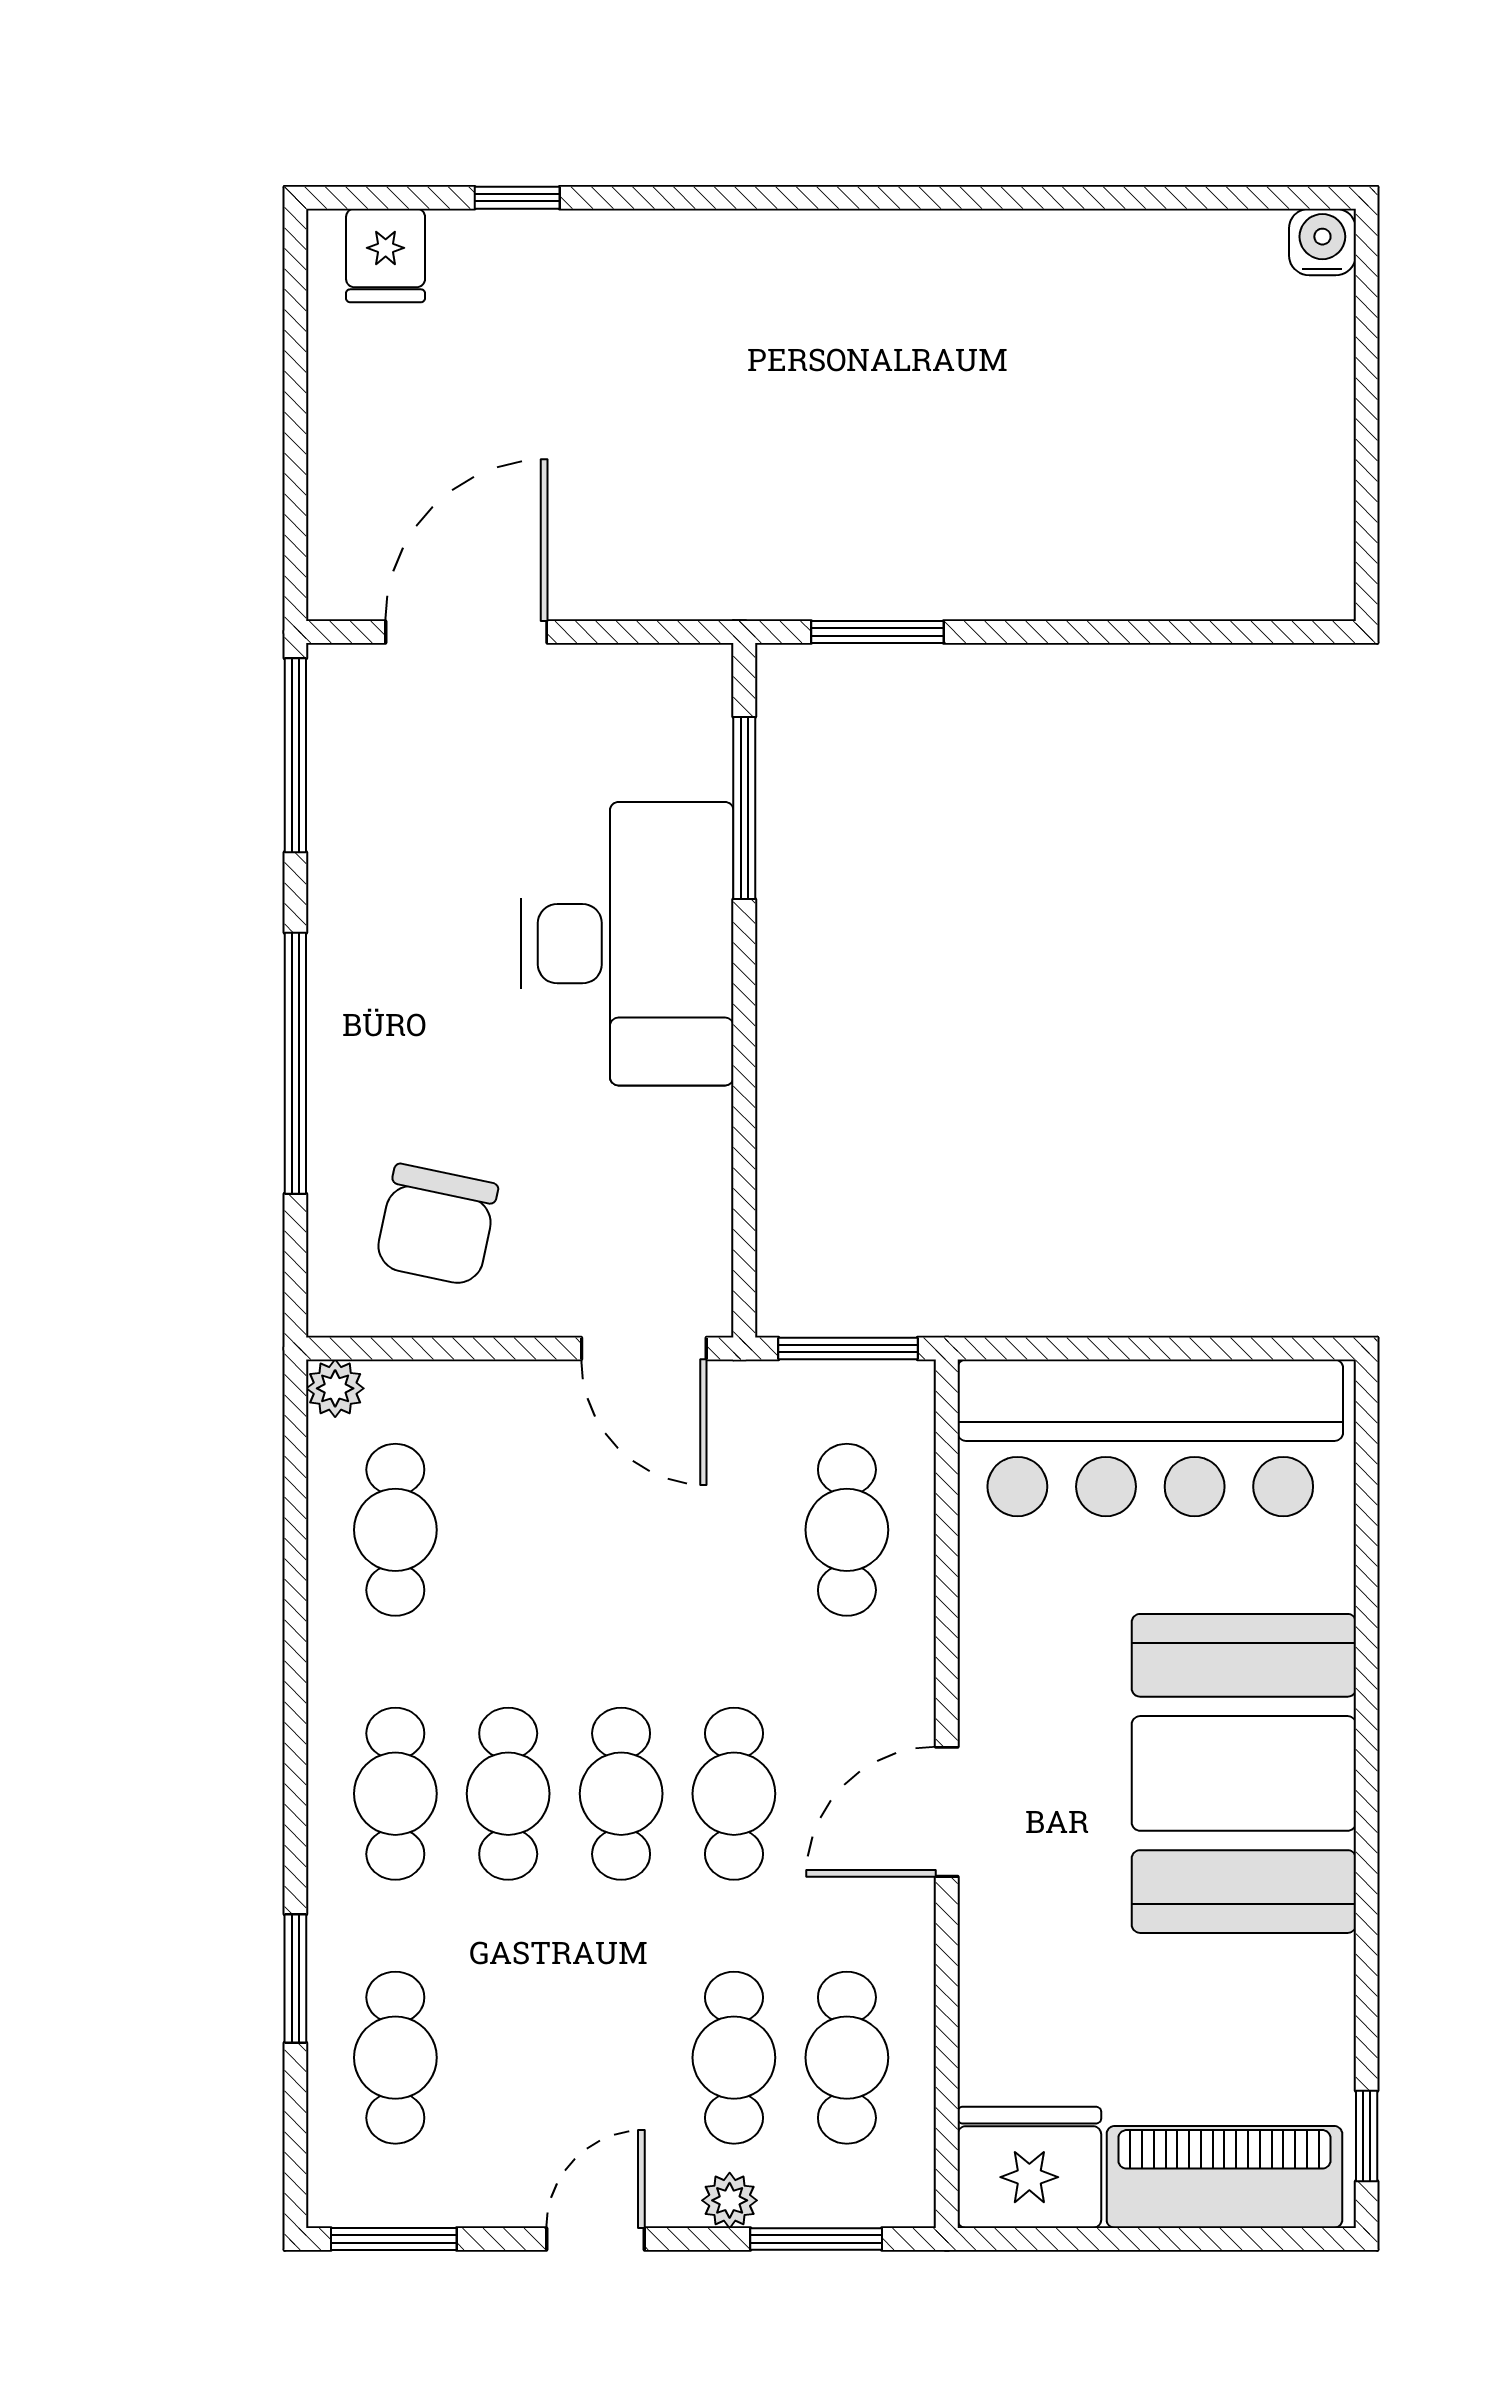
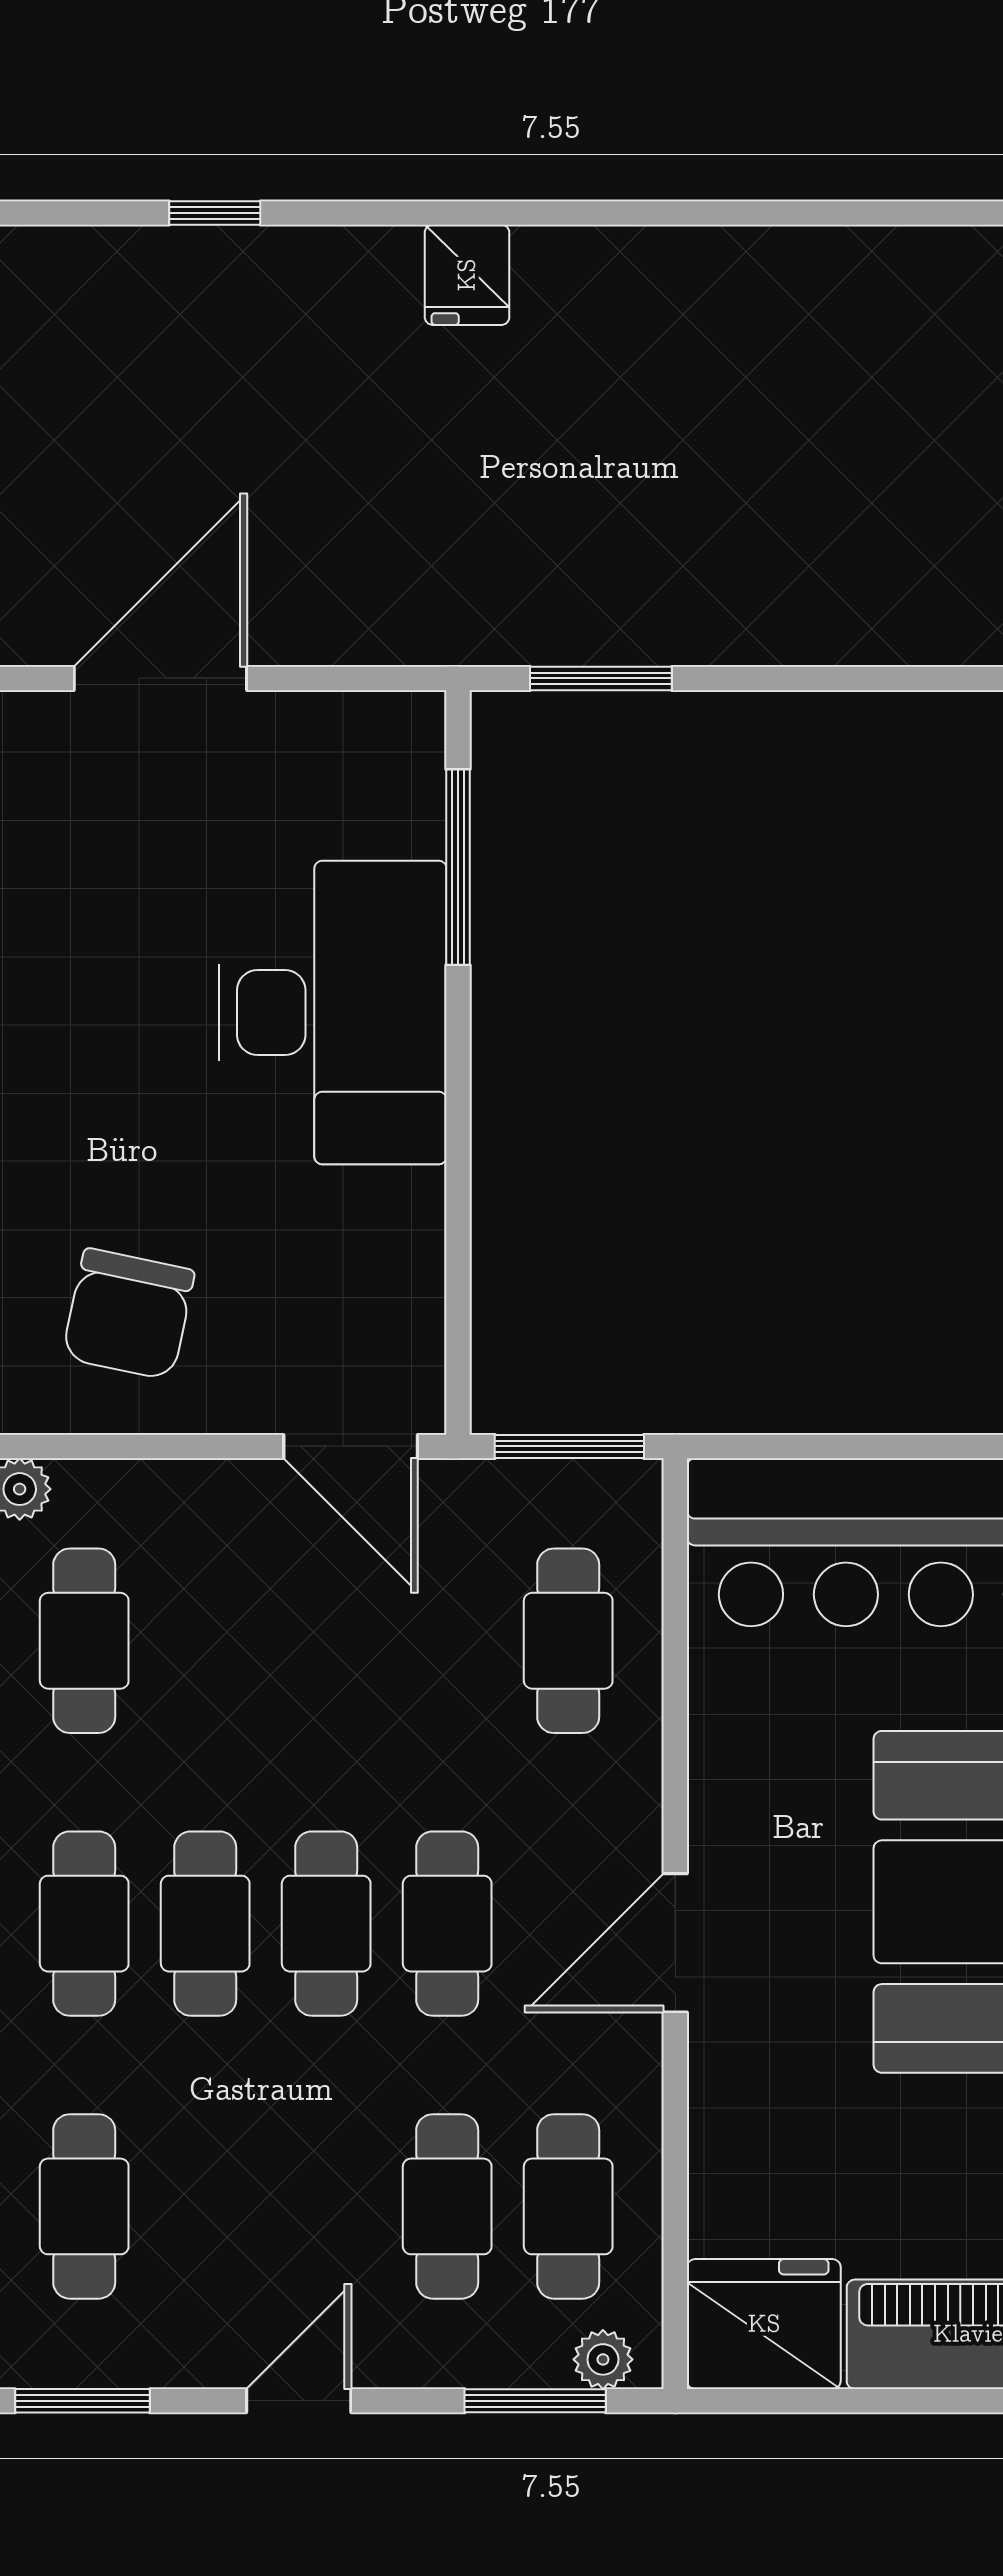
fridge: (386, 255) -> (467, 275), moved
plant: (730, 2200) -> (603, 2359), moved

